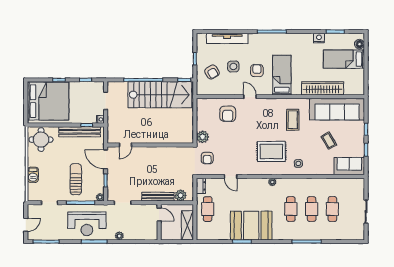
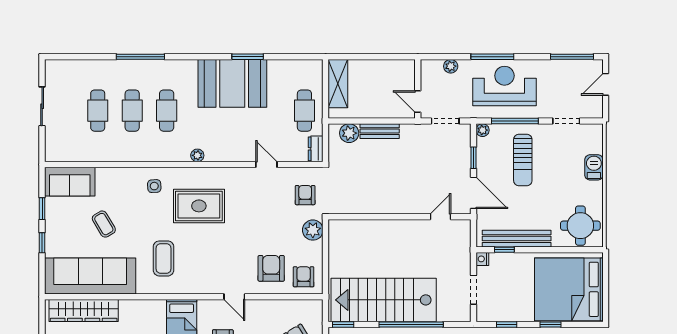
wardrobe: (323, 88) -> (84, 310), moved
armchair: (208, 109) -> (304, 277), added
bench: (158, 197) -> (380, 131), width x0.73
door: (159, 214) -> (418, 102), moved
wall: (159, 222) -> (418, 89), moved

